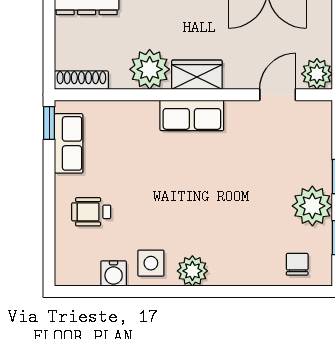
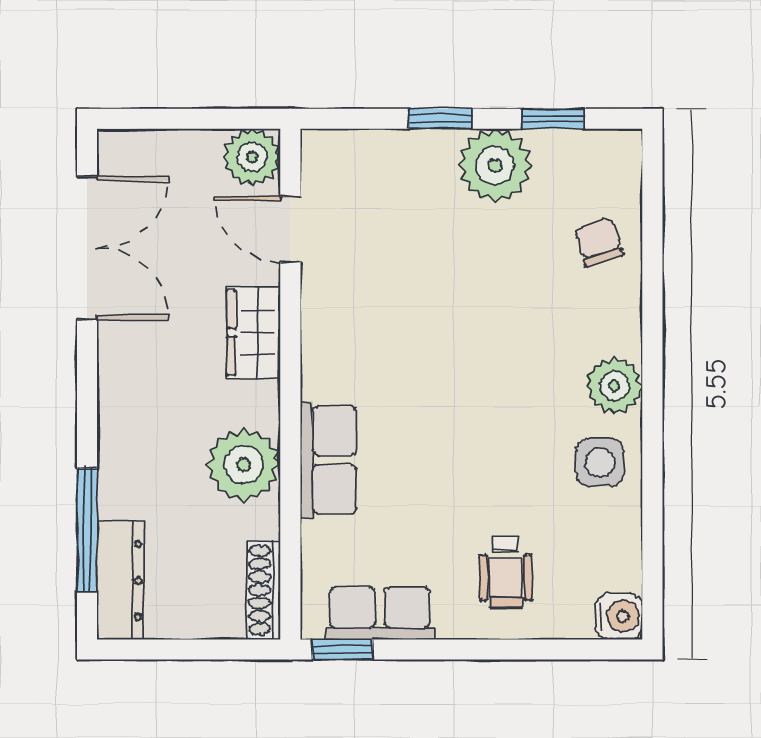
wardrobe: (197, 75) -> (254, 332), moved
row of seats: (192, 115) -> (328, 460), moved
chair: (297, 264) -> (599, 242), moved, turned 73
water cooler: (114, 273) -> (619, 616), moved

